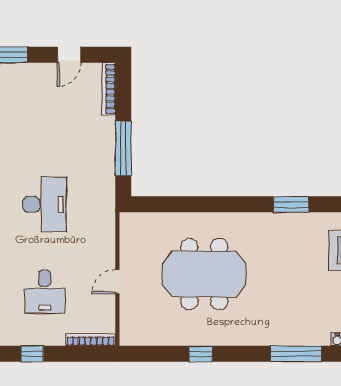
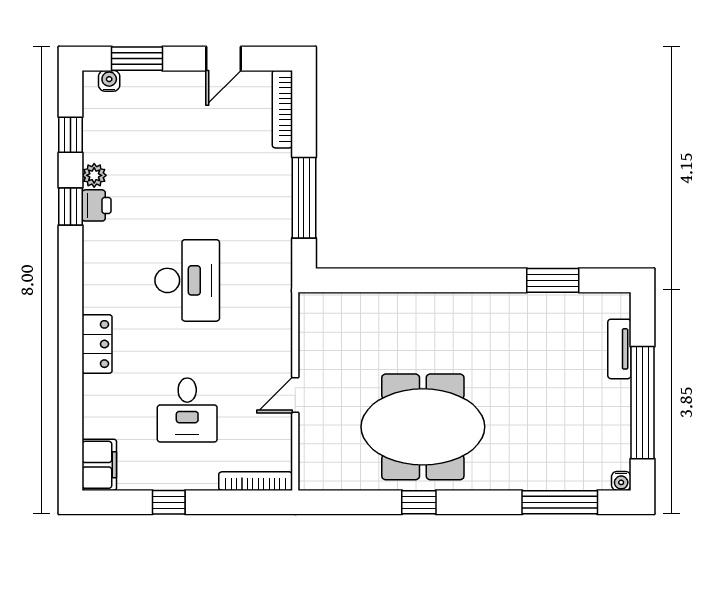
meeting table: (204, 274) -> (423, 427), moved

